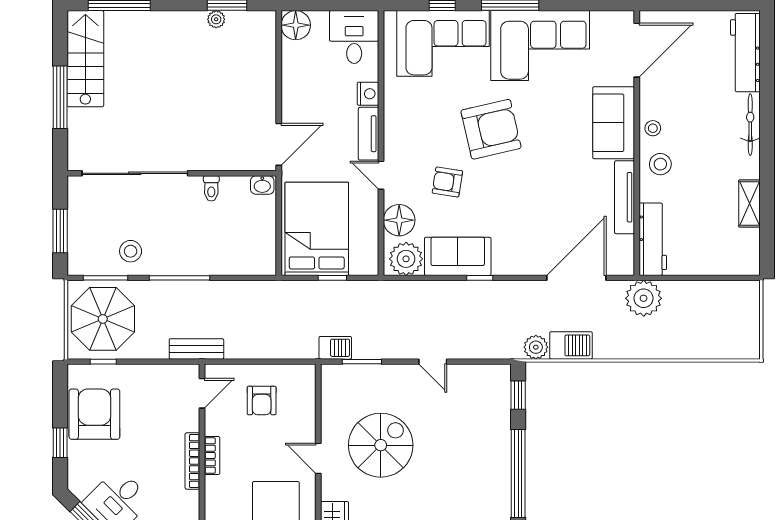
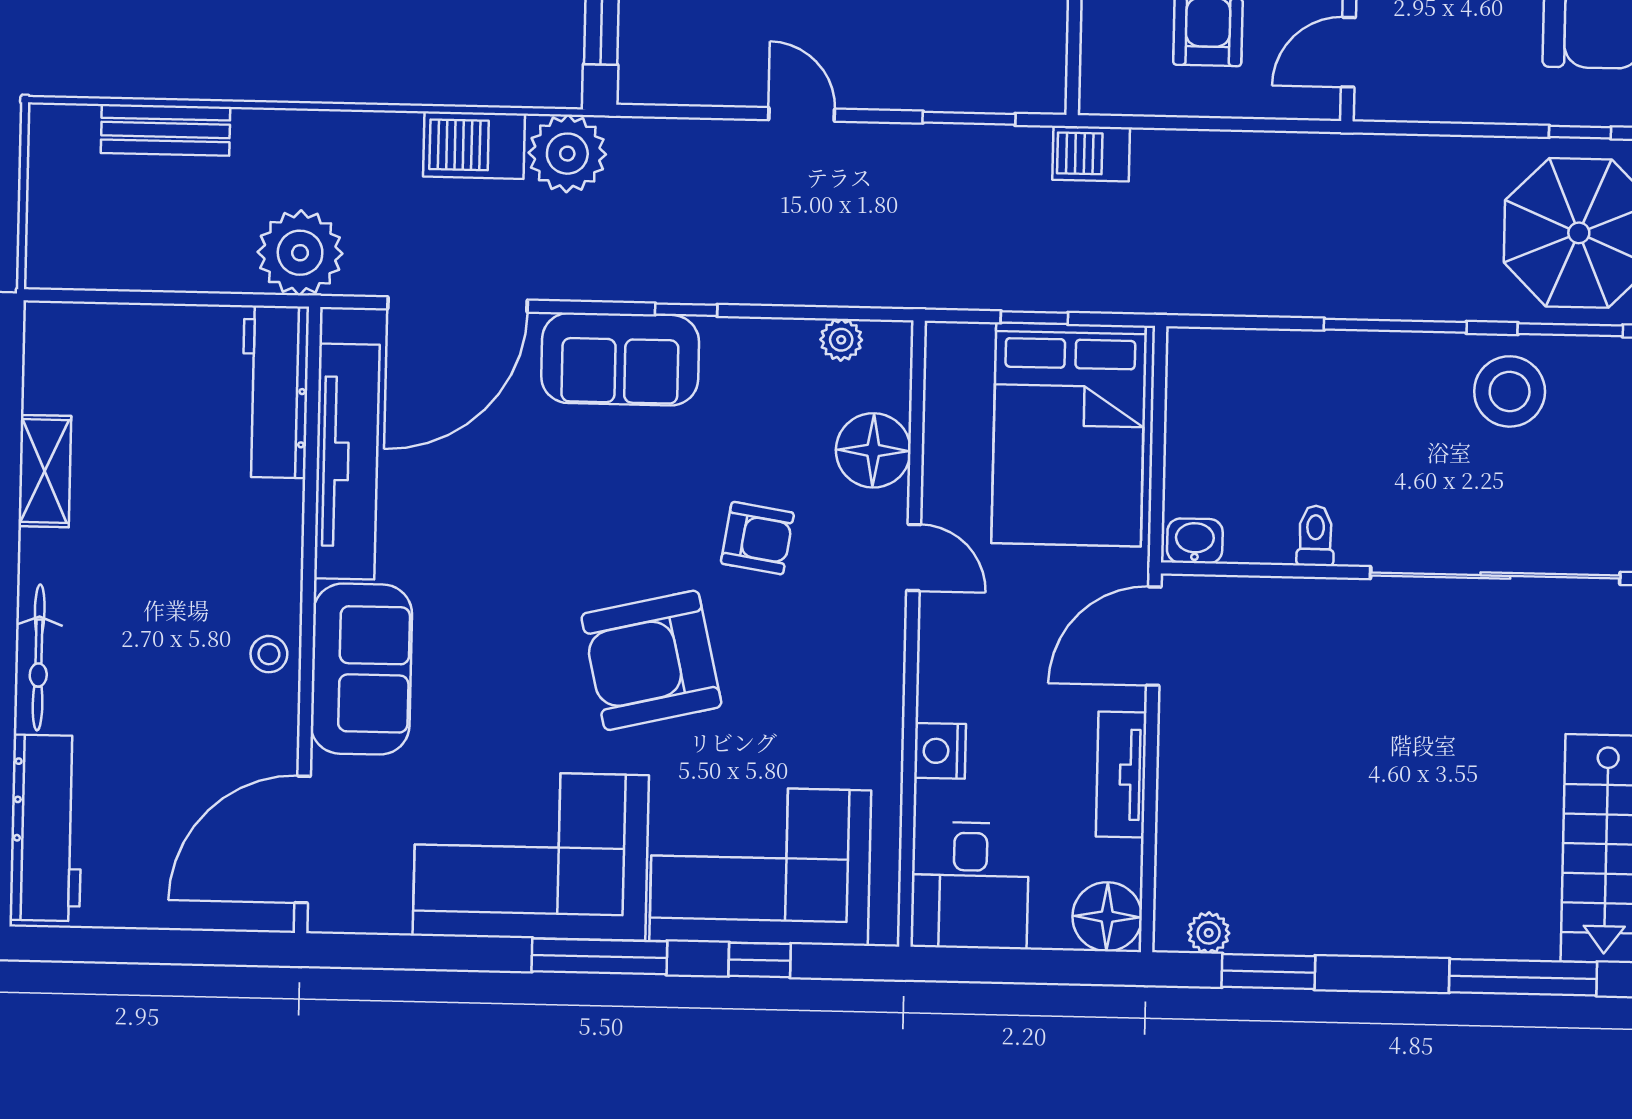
plant: (216, 19) -> (1209, 933), moved
tv unit: (369, 134) -> (1121, 775), moved, turned 180
stool: (660, 164) -> (253, 569), removed
tv unit: (625, 197) -> (347, 462), width x1.36, depth x1.29
stool: (131, 251) -> (1510, 391), width x1.38, depth x1.38
sofa: (458, 256) -> (620, 359), moved
plant: (406, 259) -> (841, 340), width x0.53, depth x0.53
plant: (536, 347) -> (567, 154), width x1.36, depth x1.36
barbecue: (335, 348) -> (1091, 154), moved
bench: (196, 349) -> (166, 130), moved

